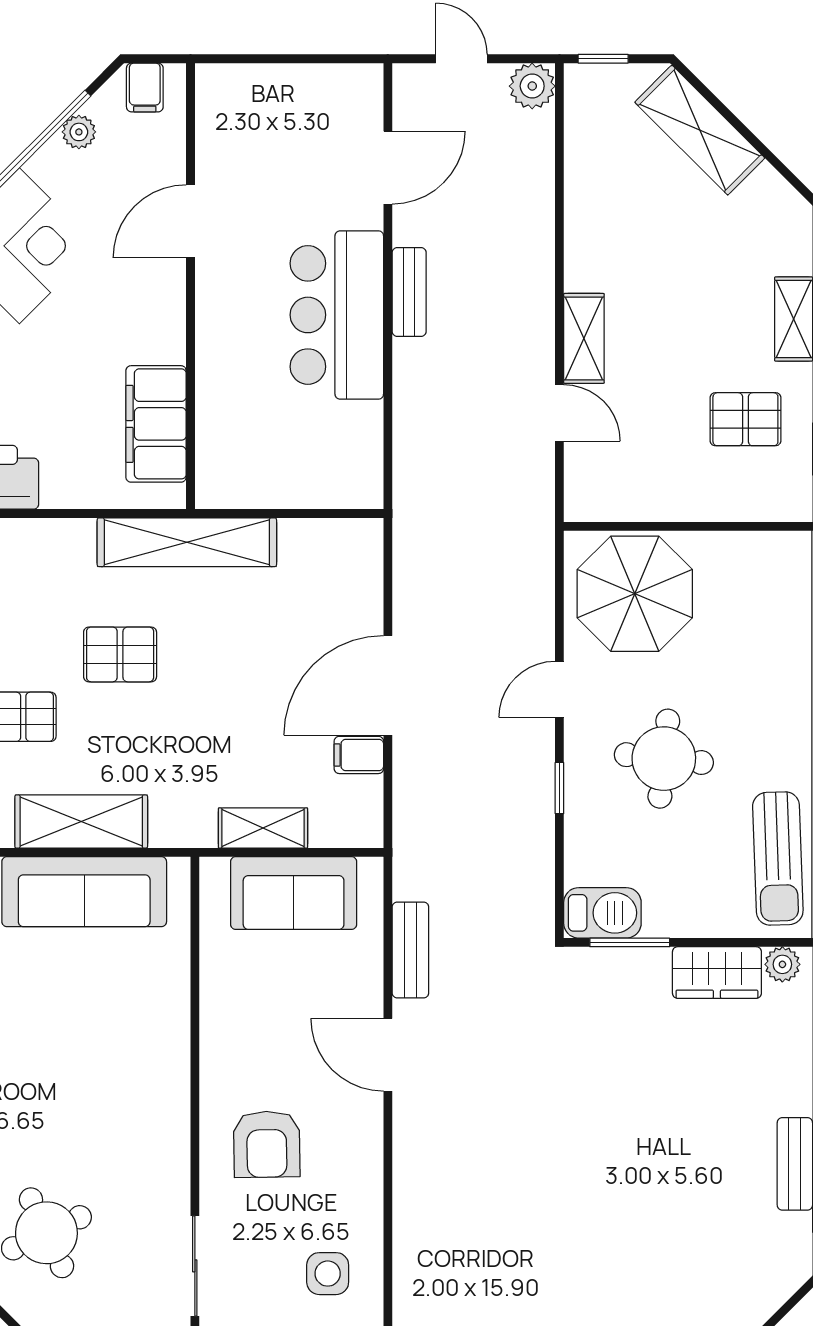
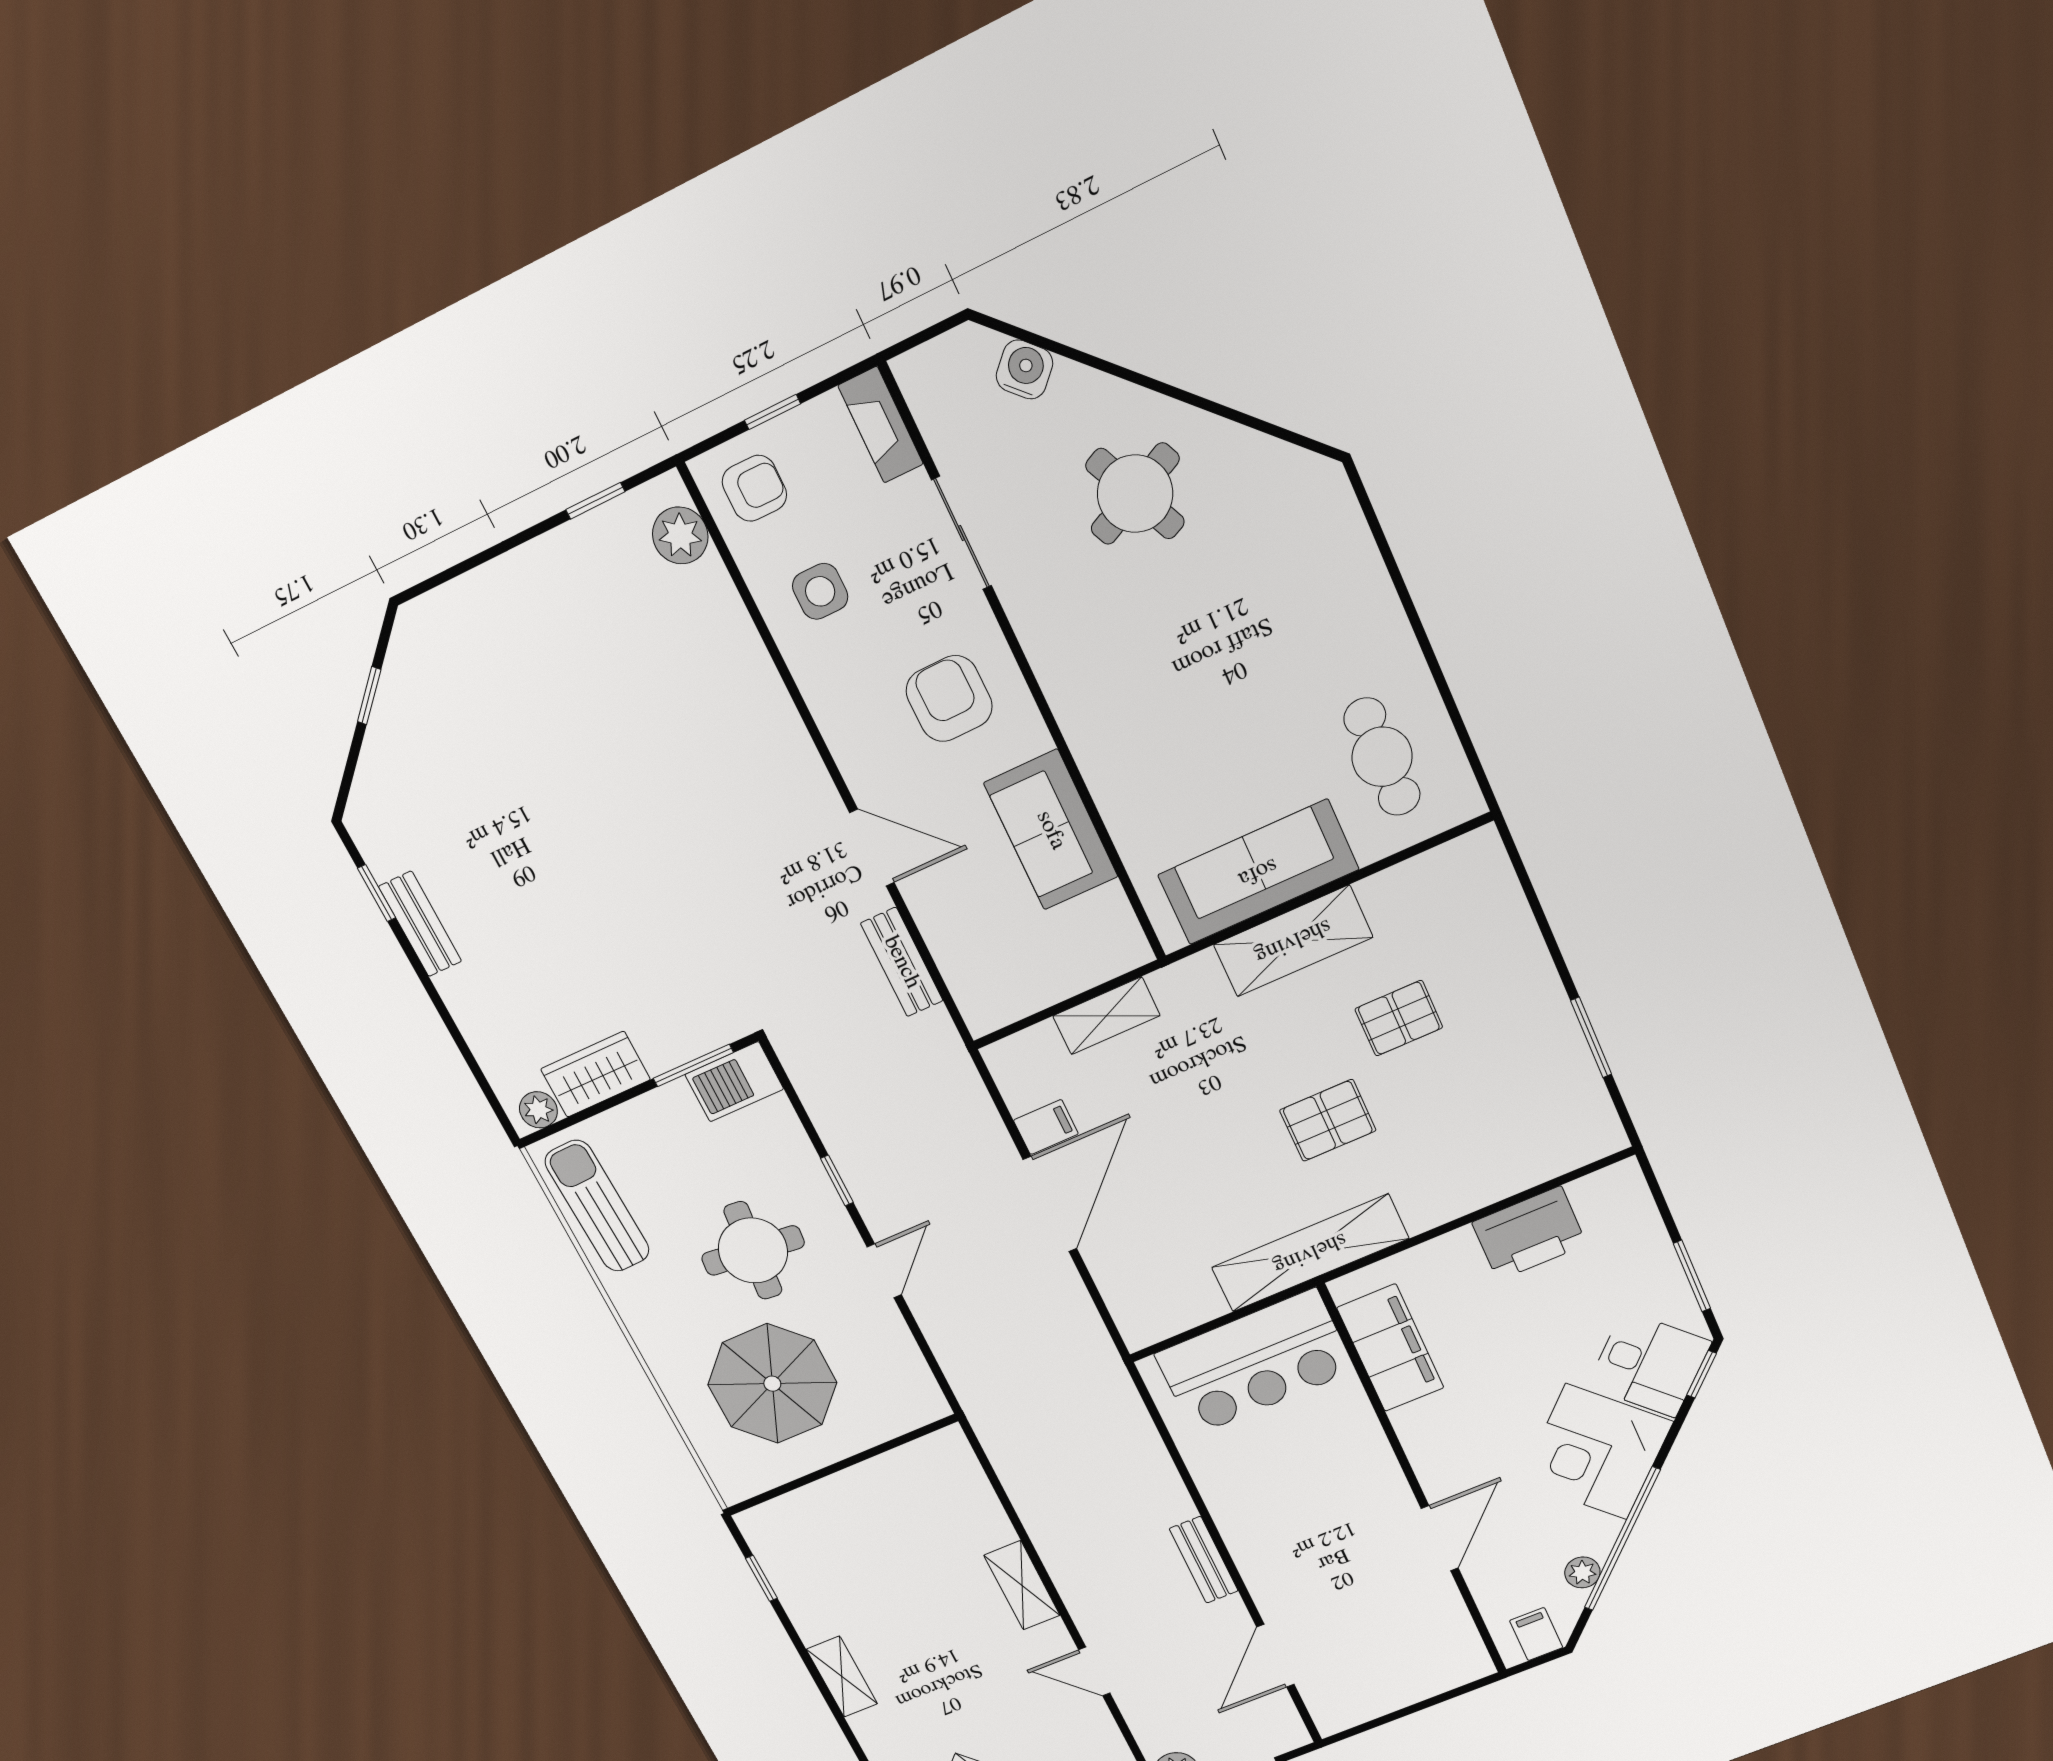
bar counter: (337, 315) -> (1255, 1362), moved, turned 90
door: (559, 413) -> (1094, 1671), moved
pallet: (745, 419) -> (839, 1577), removed
parasol: (635, 594) -> (772, 1384), moved
sofa: (294, 893) -> (1051, 830), moved, turned -90

